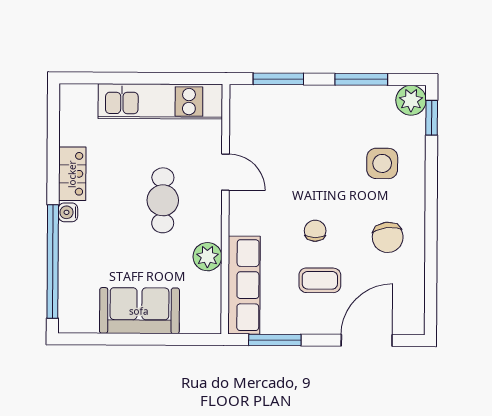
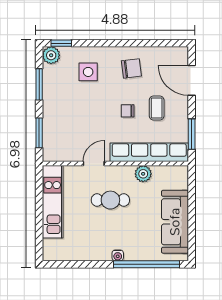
locker: (72, 174) -> (95, 253), removed
row of seats: (244, 285) -> (149, 152), width x1.36
sofa: (139, 311) -> (175, 222), width x1.36

